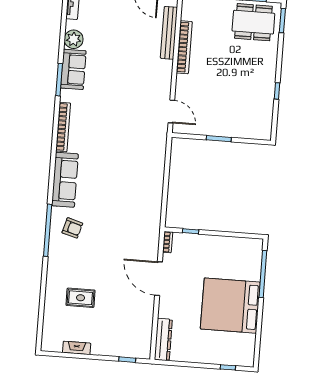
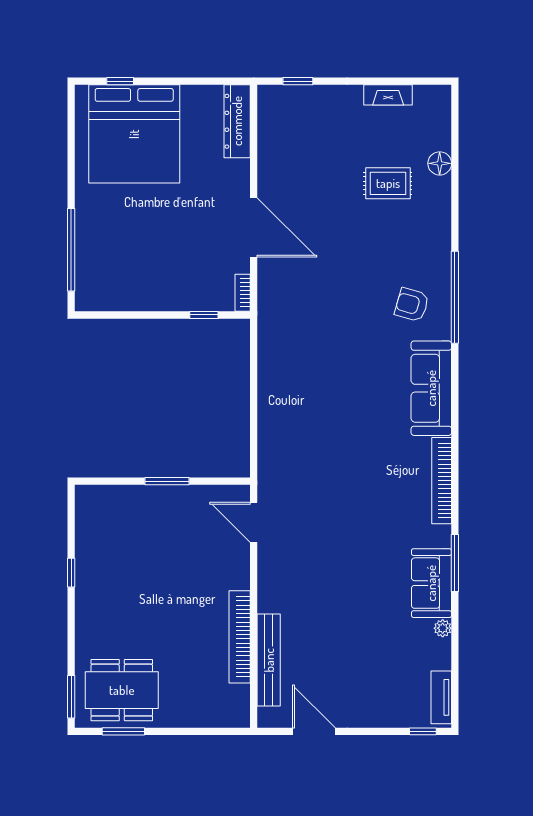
plant: (74, 39) -> (443, 628), width x0.53, depth x0.53
bed: (230, 306) -> (134, 134), moved, turned 90
floor lamp: (50, 307) -> (440, 163), added

